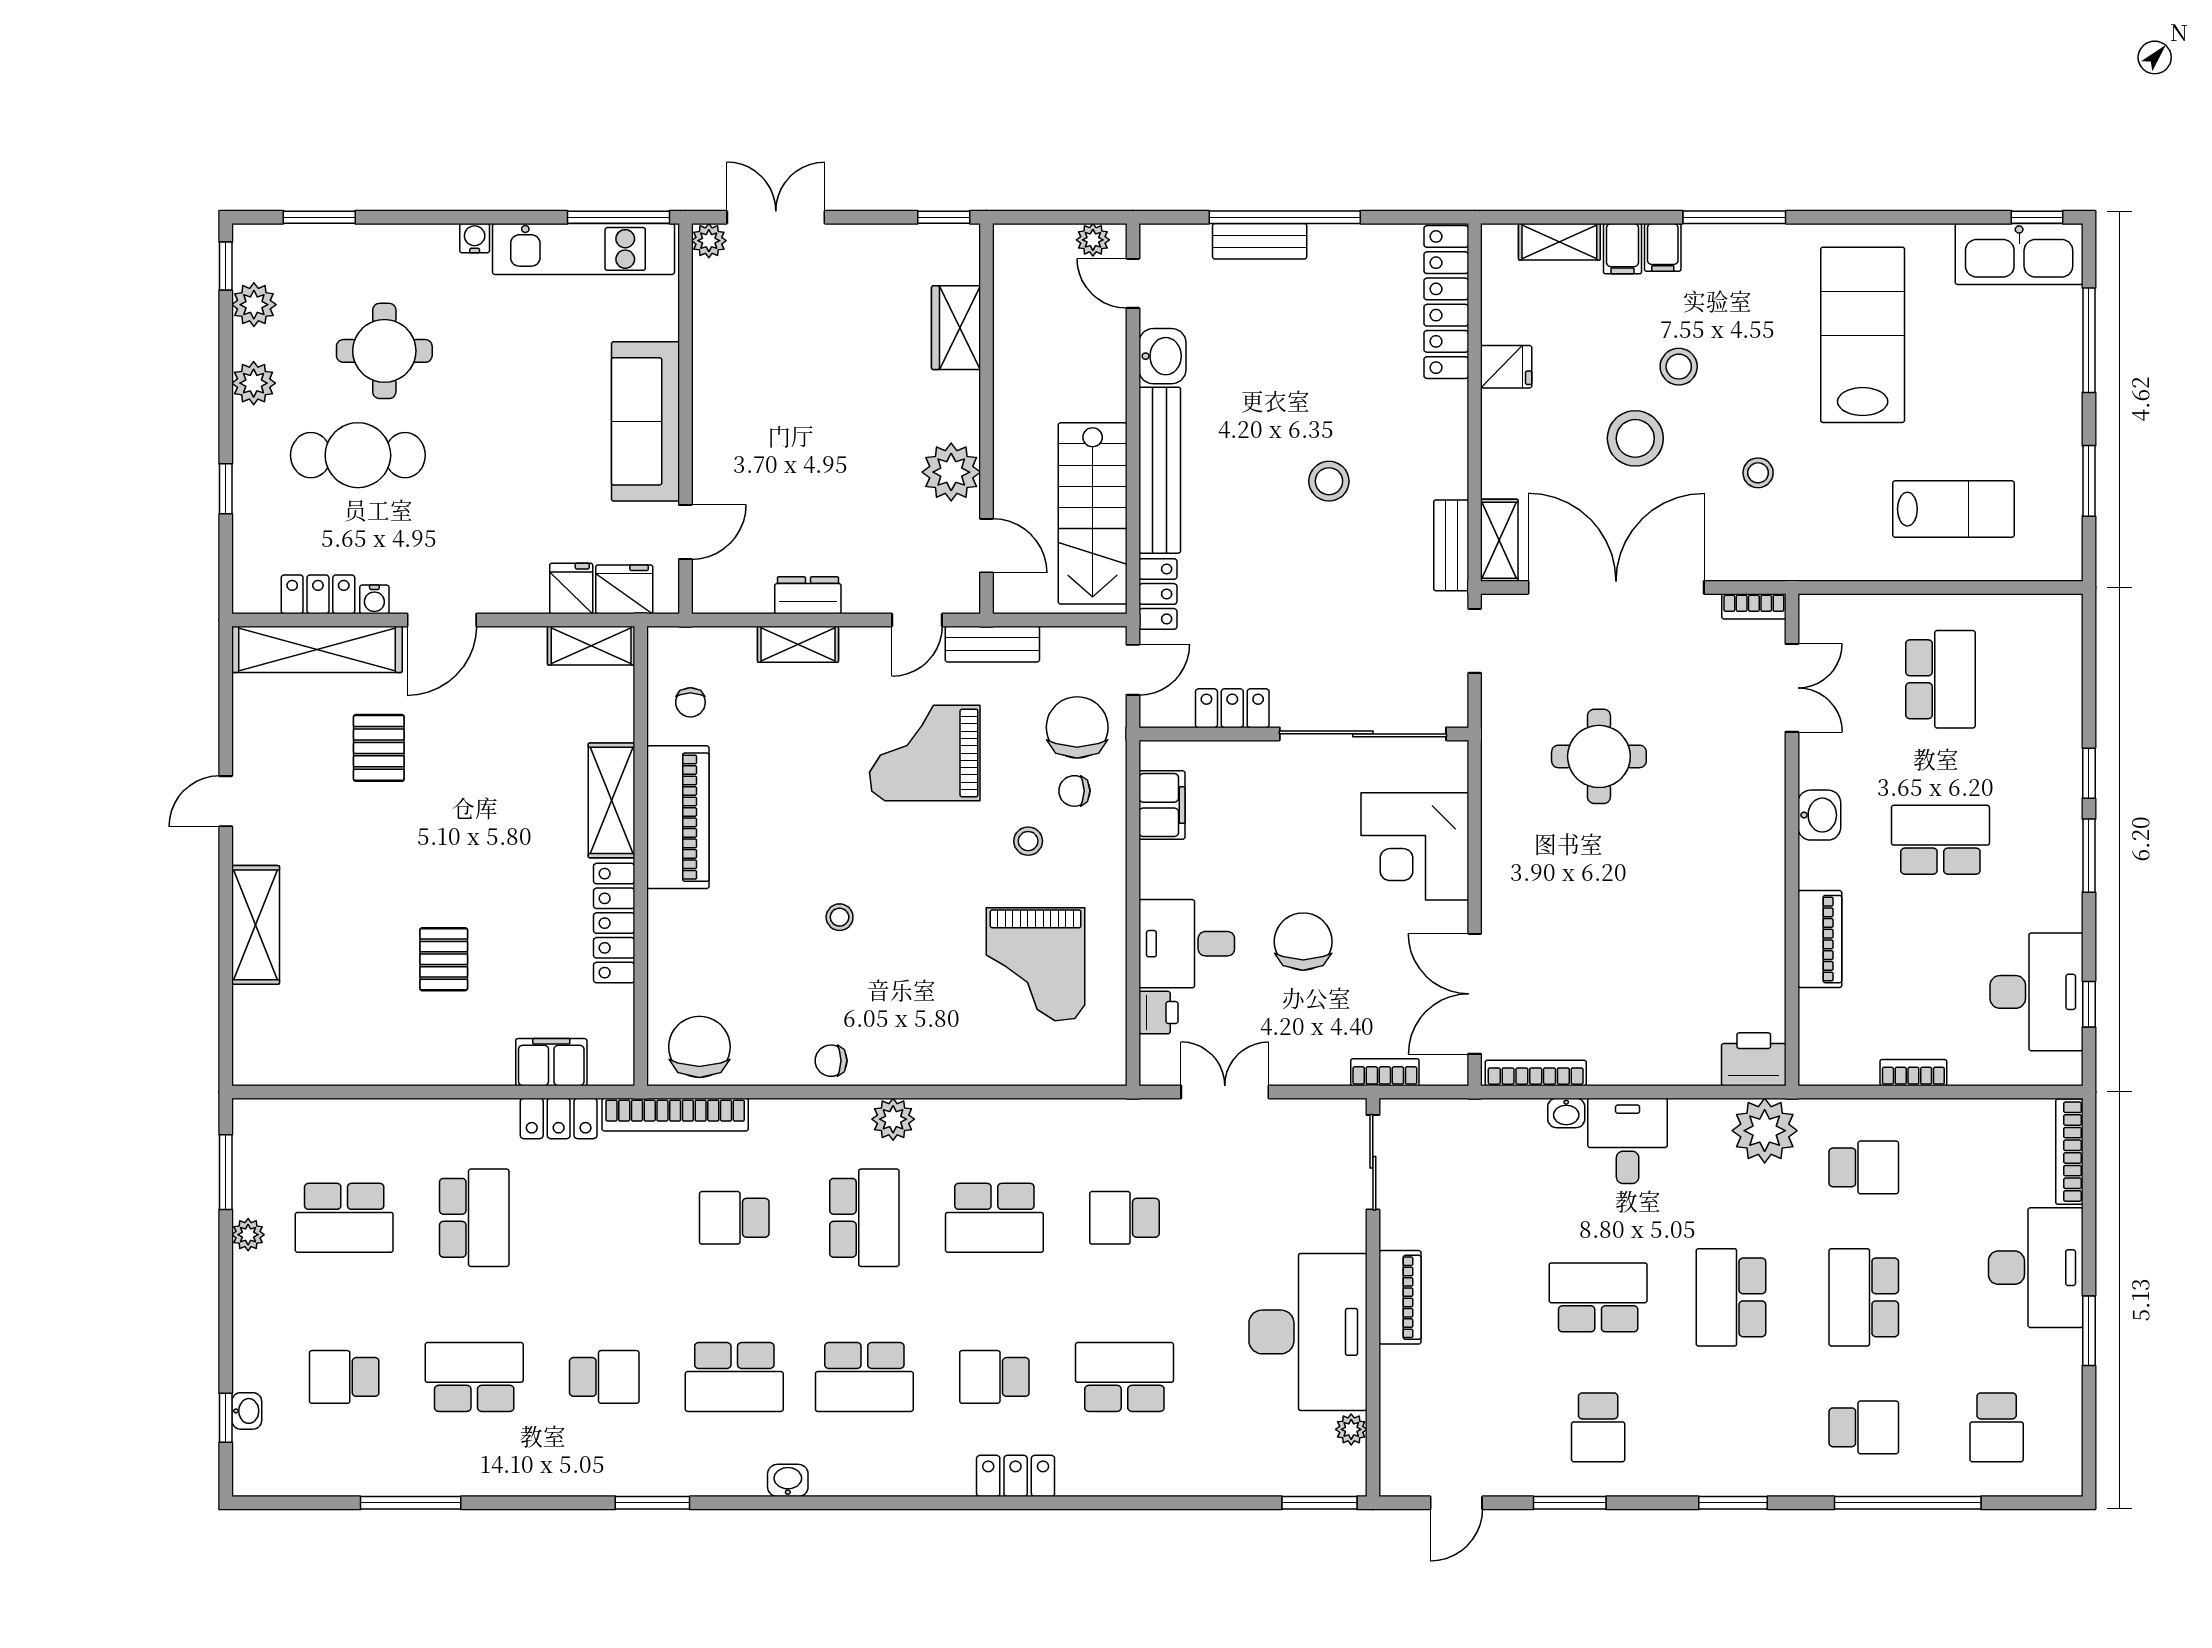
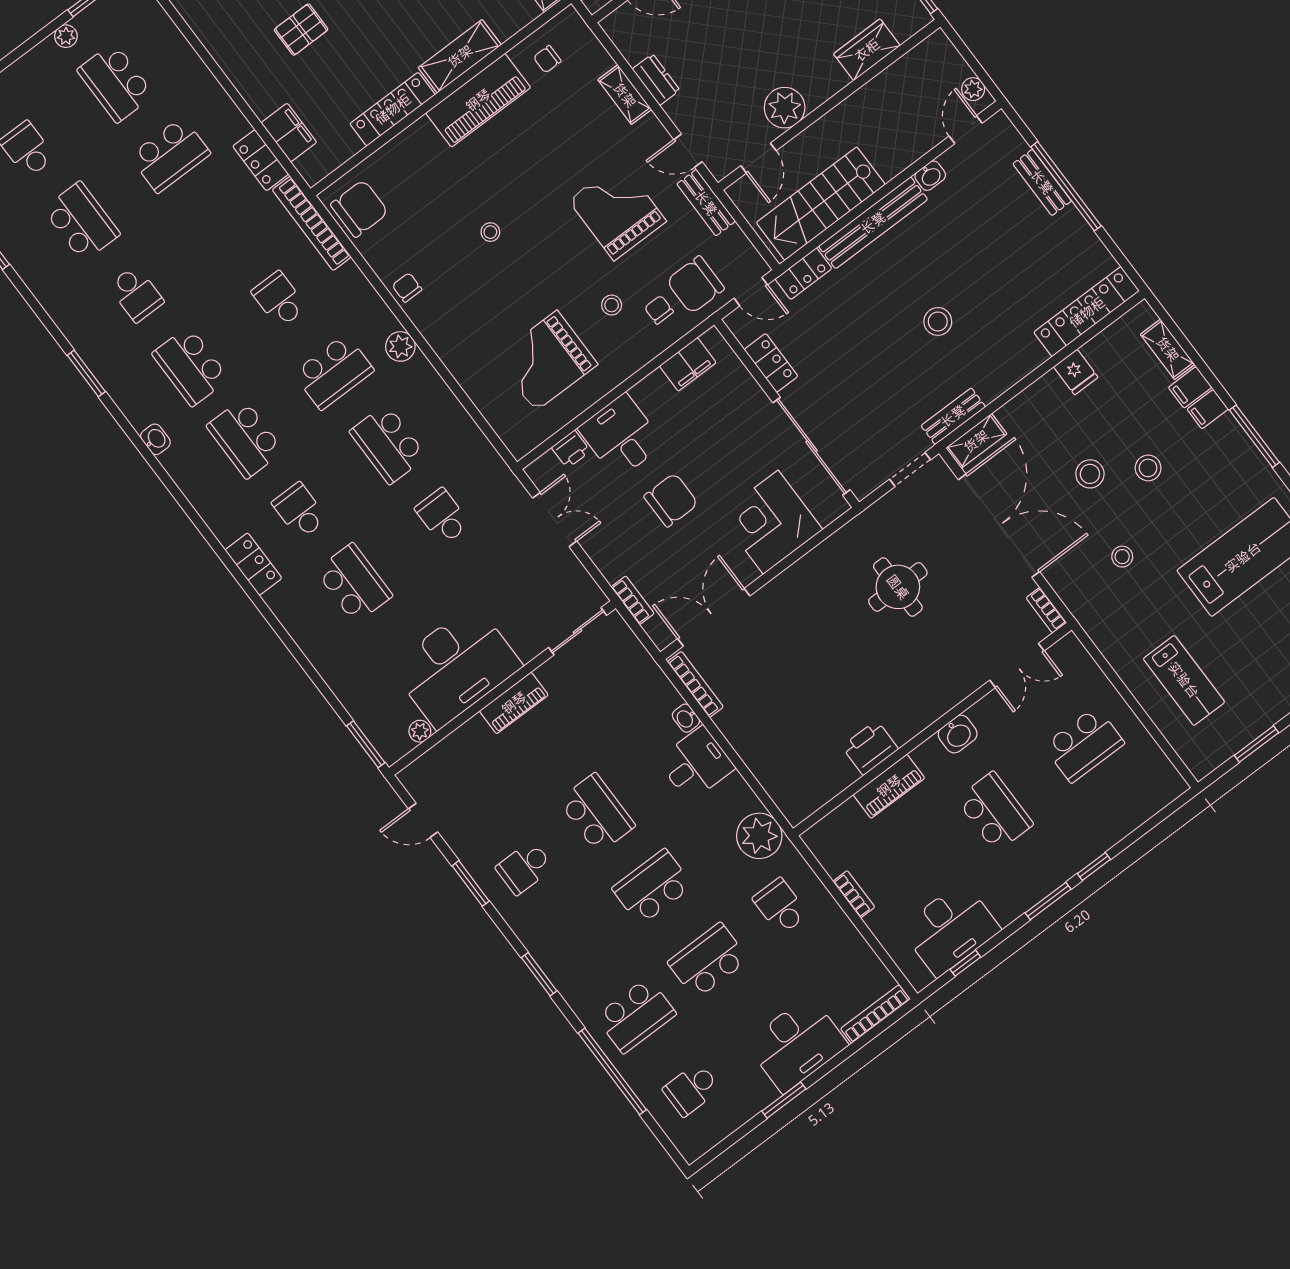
washbasin: (1162, 356) -> (930, 176), width x0.72, depth x0.69
stool: (1635, 438) -> (1090, 474), width x0.73, depth x0.73
chair: (1077, 727) -> (695, 285), turned 180
printer: (1754, 1059) -> (870, 748), moved, turned -90
school desk: (1864, 1167) -> (780, 906), turned 180
school desk: (1864, 1427) -> (636, 1015), width x1.85

